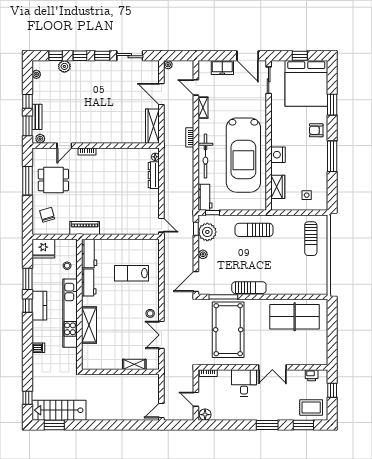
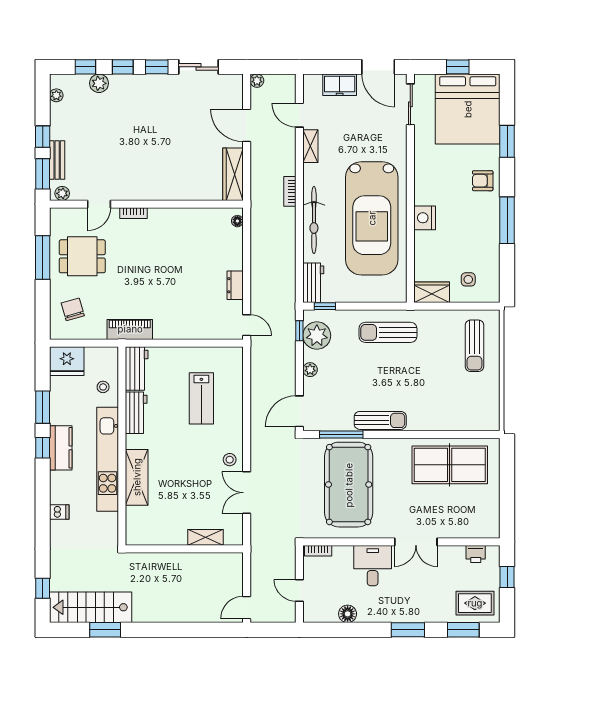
dresser: (154, 175) -> (235, 285), moved, width x0.70
wardrobe: (278, 187) -> (432, 292), moved, turned -90
lab bench: (132, 273) -> (201, 398), turned -90
floor lamp: (205, 415) -> (348, 614), moved
window: (54, 425) -> (105, 630), moved

